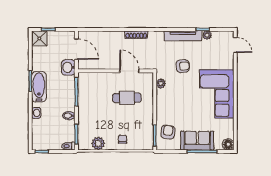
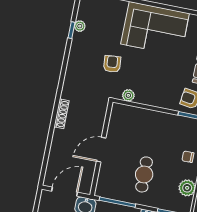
tv unit: (183, 36) -> (75, 56), removed
door: (129, 71) -> (101, 150), moved
cafe table: (127, 98) -> (144, 174), moved

